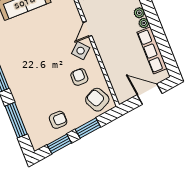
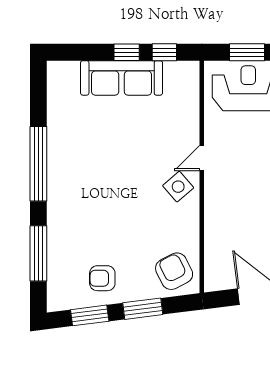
armchair: (79, 77) -> (161, 226), removed
armchair: (58, 120) -> (102, 278), turned 180

